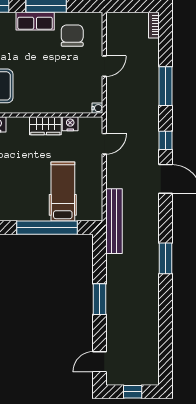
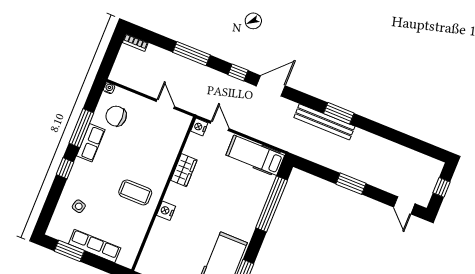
door: (104, 66) -> (165, 104), moved
water cooler: (97, 108) -> (109, 88), moved
nightstand: (70, 124) -> (199, 127), moved
hospital bed: (63, 192) -> (255, 155), moved
bench: (114, 221) -> (324, 122), moved

